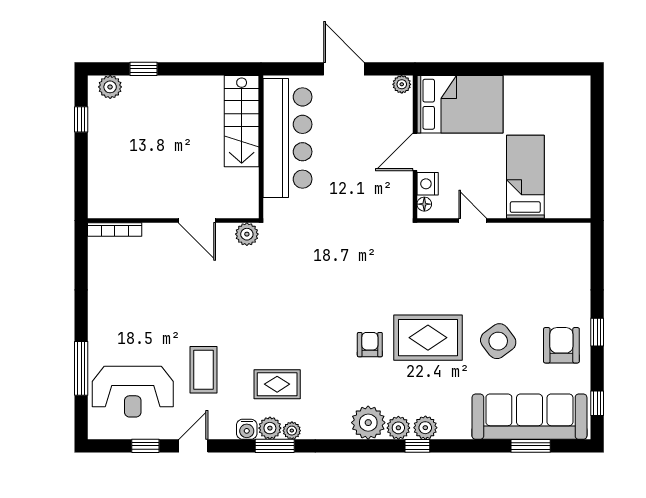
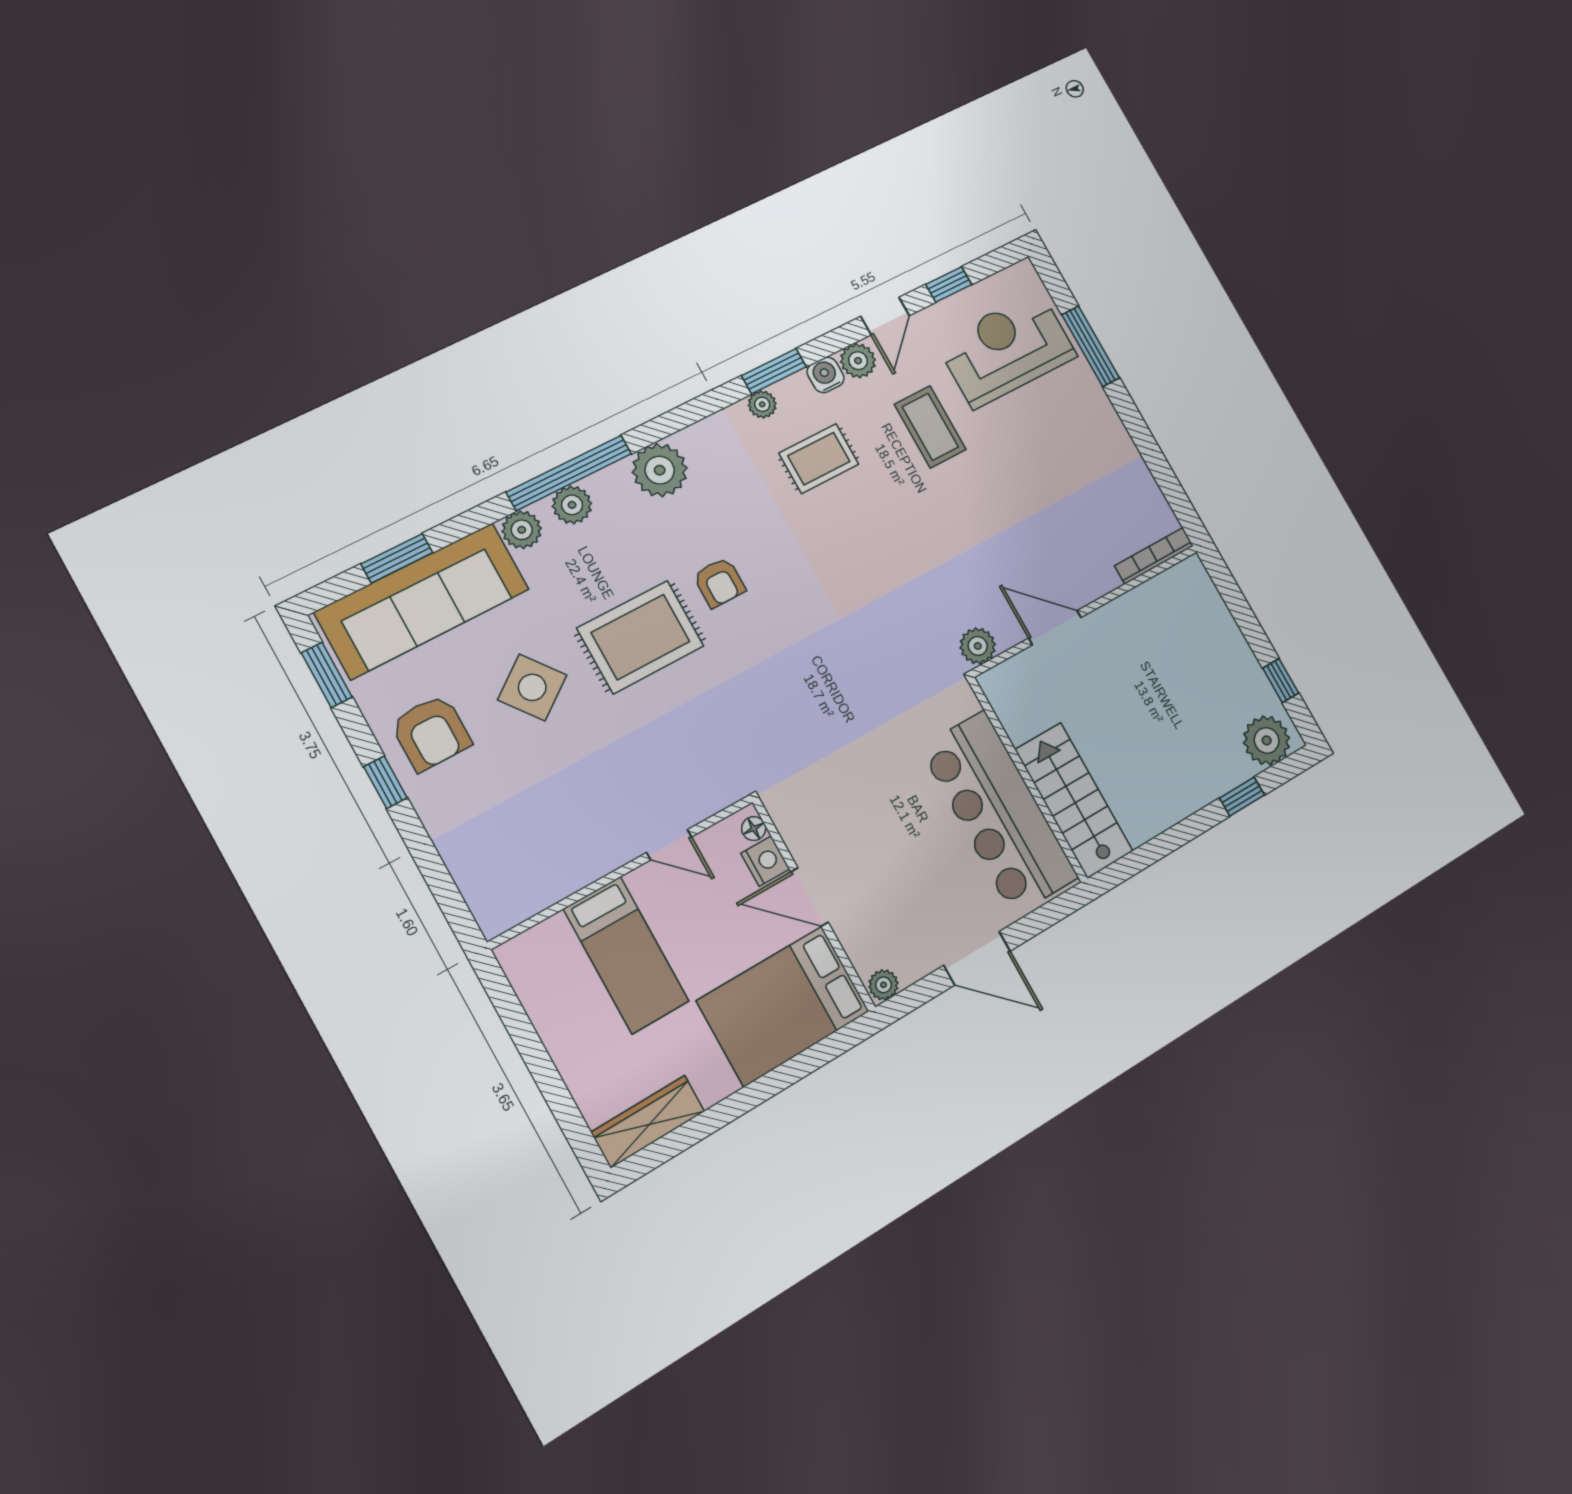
plant: (110, 87) -> (1267, 740), width x1.36, depth x1.36
wardrobe: (560, 87) -> (648, 1122), added
door: (415, 152) -> (810, 897), swing flipped
window: (597, 403) -> (327, 675), width x1.50
plant: (270, 428) -> (858, 361), moved
plant: (398, 428) -> (522, 530), moved
window: (417, 446) -> (569, 473), width x3.17

